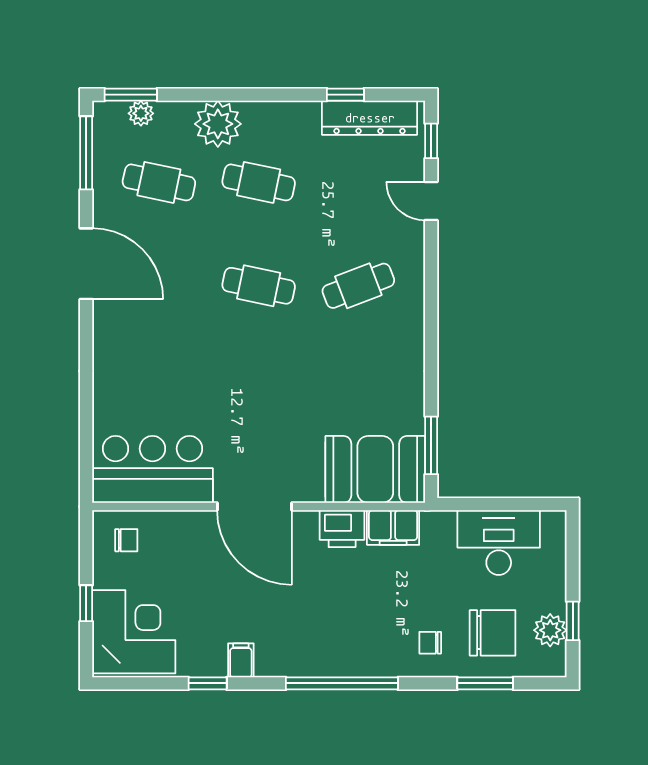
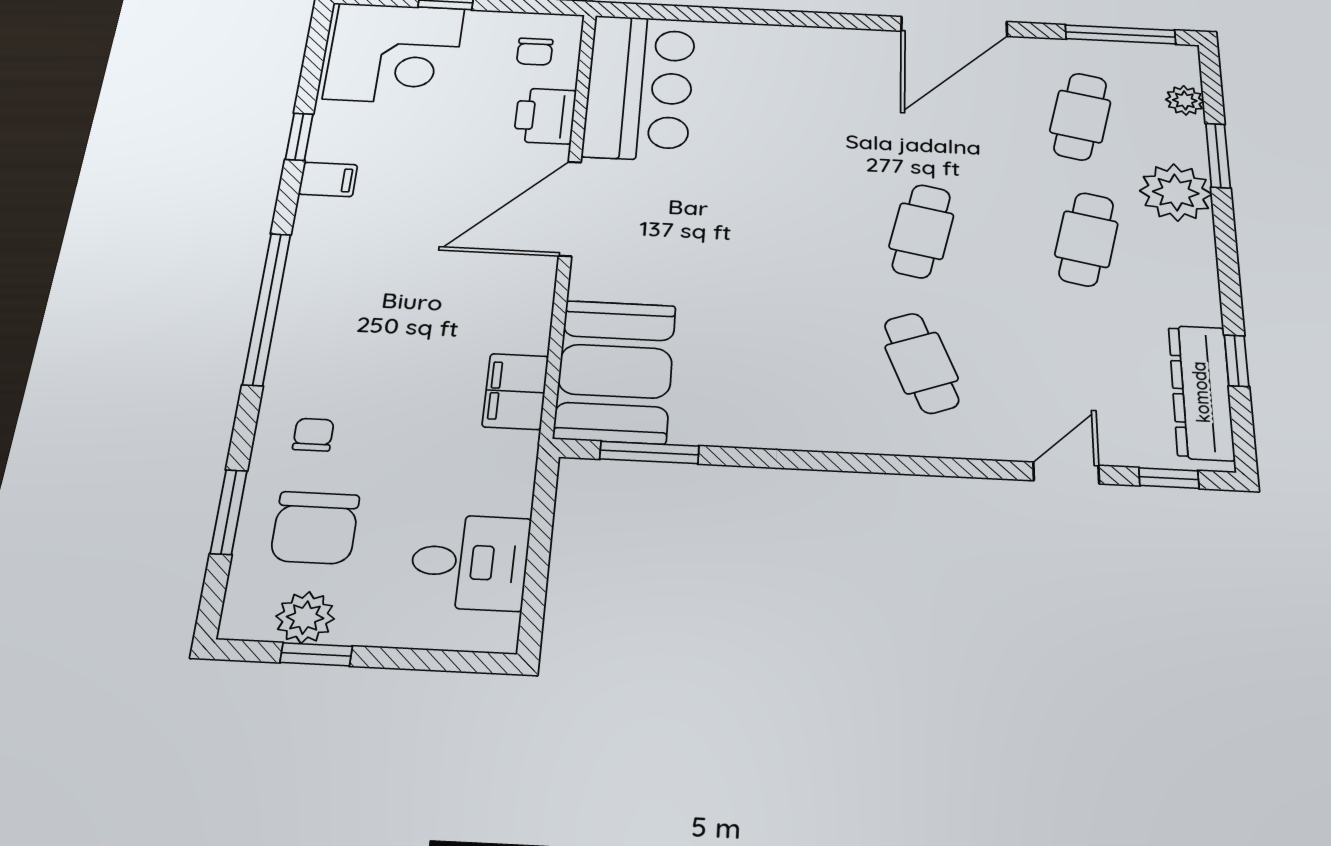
window: (131, 95) -> (1218, 156), moved
printer: (342, 529) -> (545, 116), moved
desk: (499, 543) -> (470, 562), width x0.73

